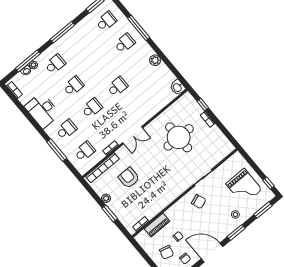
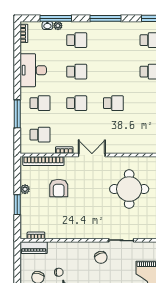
double door: (133, 135) -> (92, 155), swing flipped
armchair: (129, 178) -> (59, 188), turned 180
piano: (157, 225) -> (34, 248), moved

